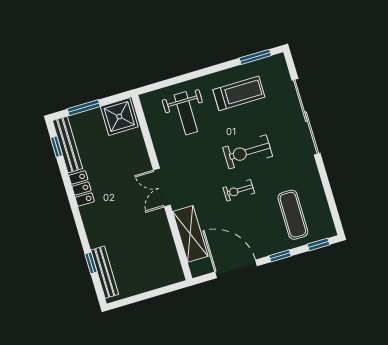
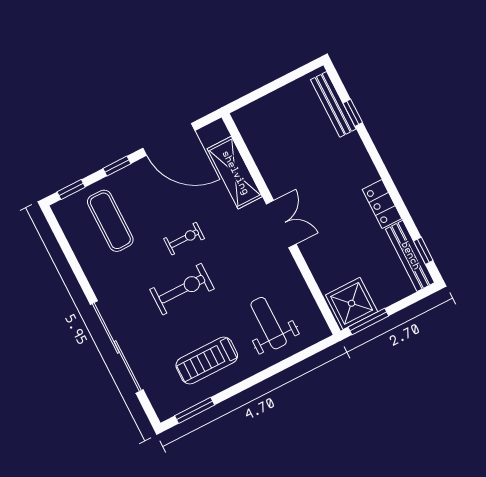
window: (84, 108) -> (368, 321), moved

